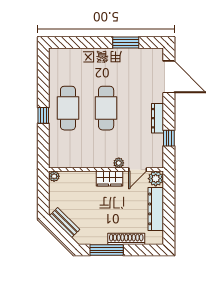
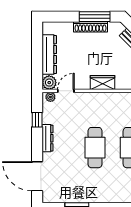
plant: (119, 163) -> (50, 97), moved
wardrobe: (109, 179) -> (103, 83), moved
shoe rack: (126, 239) -> (91, 27), moved

